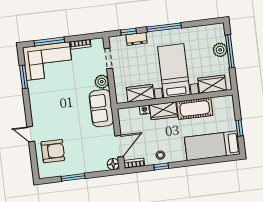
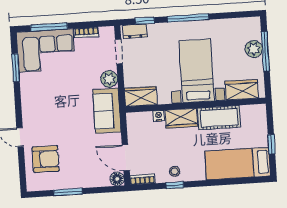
dresser: (137, 39) -> (135, 31), moved
wardrobe: (140, 93) -> (141, 96), moved
door: (119, 146) -> (126, 158), swing flipped

